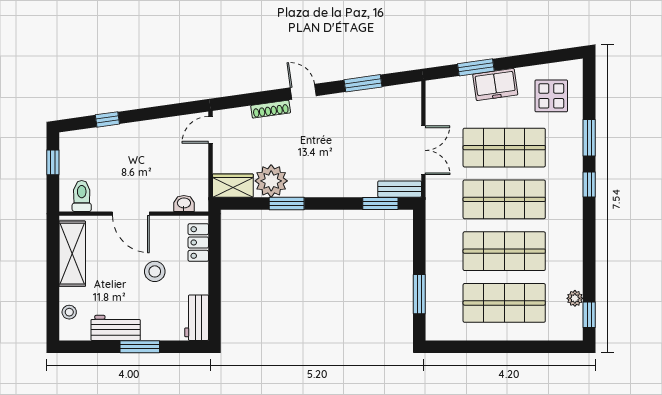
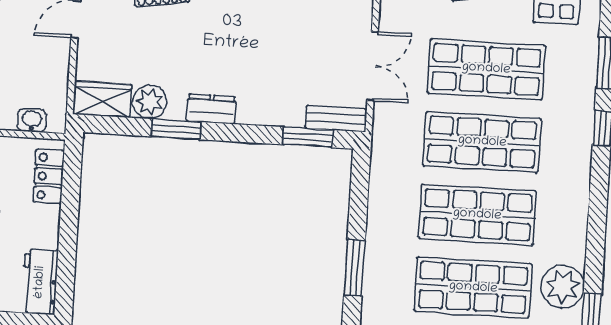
plant: (271, 181) -> (150, 102), width x0.73, depth x0.73
dresser: (311, 188) -> (211, 109), added
plant: (575, 298) -> (563, 287), width x1.88, depth x1.88

